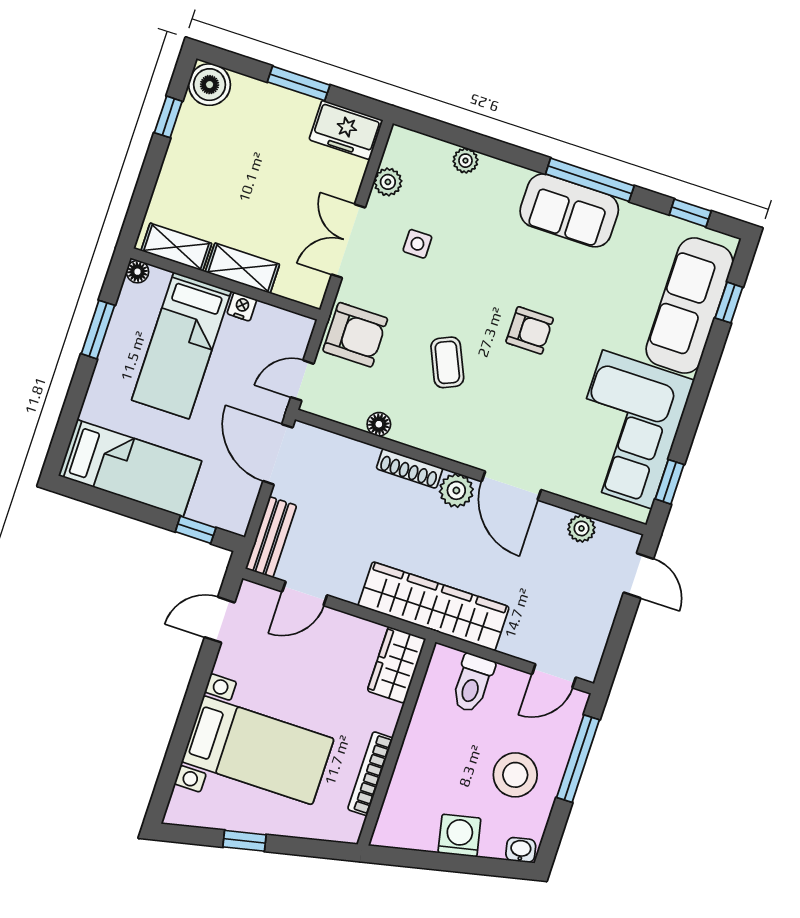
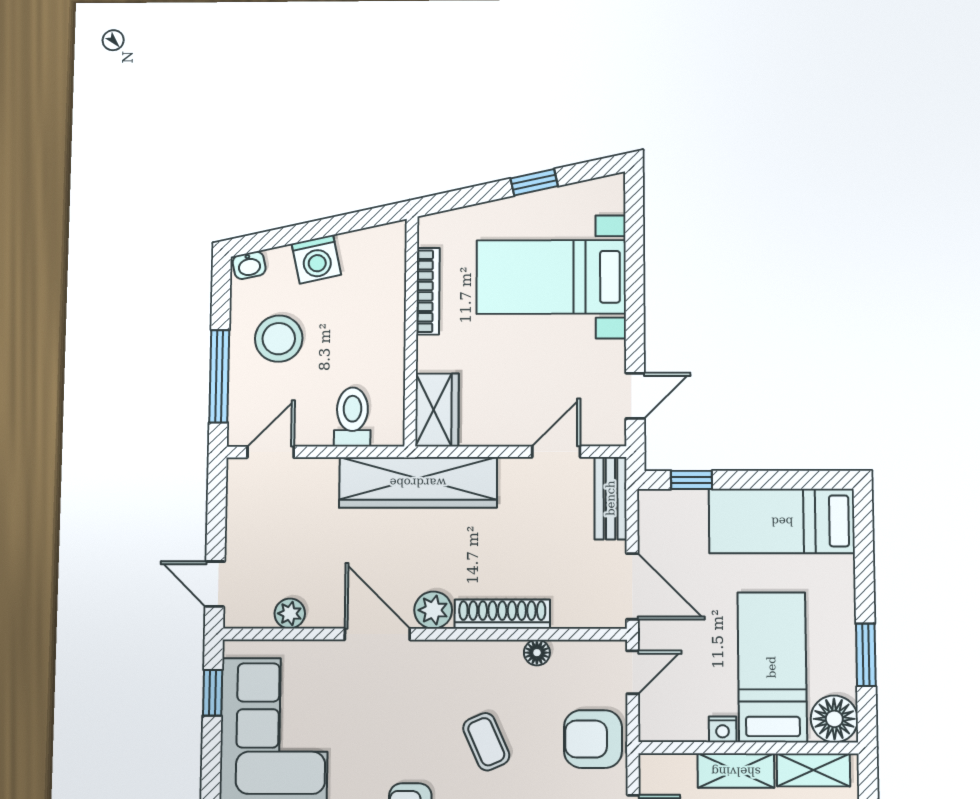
floor lamp: (137, 272) -> (834, 719), width x1.89, depth x1.89
shoe rack: (410, 468) -> (502, 614), width x1.36, depth x1.24

